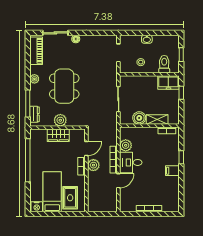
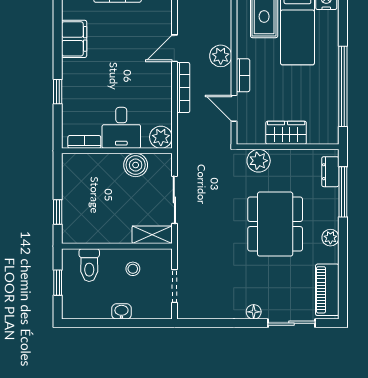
freezer: (168, 82) -> (81, 231), removed
shelving: (157, 119) -> (152, 235), moved
plant: (60, 120) -> (259, 161), moved
plant: (126, 145) -> (161, 137), moved
door: (86, 149) -> (234, 108), hinge flipped
desk: (131, 162) -> (121, 128), moved, turned 90
plant: (93, 165) -> (221, 56), moved
filing cabinet: (172, 171) -> (74, 39), moved, width x2.00

